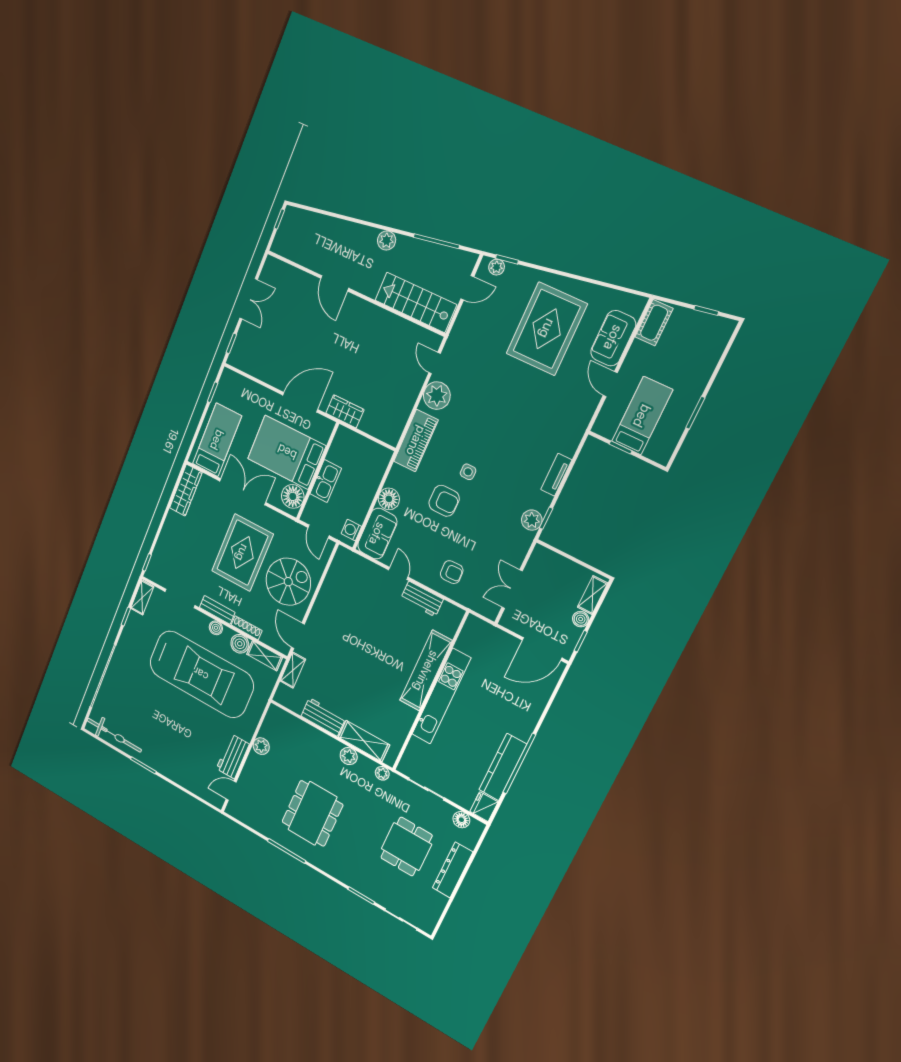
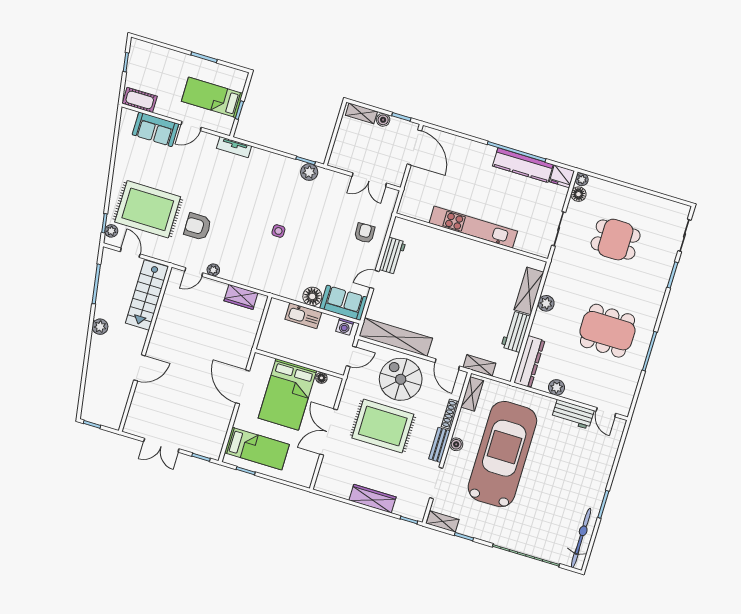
double door: (249, 299) -> (161, 445), swing flipped
rug: (547, 329) -> (148, 209), moved
plant: (437, 396) -> (213, 270), width x0.53, depth x0.53
wardrobe: (345, 411) -> (241, 297), moved, turned -90
bed: (217, 440) -> (257, 449), moved, turned 180
piano: (416, 441) -> (260, 279), removed
tv unit: (556, 475) -> (234, 147), moved
kitchen sink: (326, 481) -> (303, 316), moved, turned 180
wardrobe: (186, 490) -> (373, 499), moved
floor lamp: (293, 496) -> (321, 378), width x0.53, depth x0.53
armchair: (444, 501) -> (198, 227), moved, turned -90
door: (298, 636) -> (447, 364), hinge flipped
boiler: (240, 644) -> (466, 419), removed
shelving: (426, 671) -> (396, 337), moved
plant: (382, 773) -> (582, 180), moved
dresser: (453, 870) -> (529, 362), moved, turned -90

